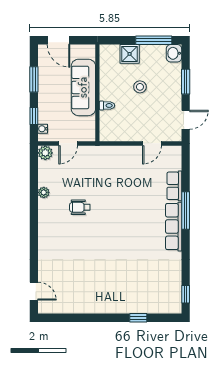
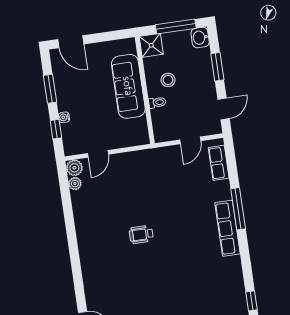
sofa: (83, 87) -> (128, 86), moved
wall: (97, 93) -> (145, 90), moved
toilet: (107, 105) -> (157, 102), moved
water cooler: (43, 129) -> (64, 117), moved
row of seats: (174, 186) -> (219, 163), moved
plant: (44, 192) -> (75, 184), moved
wheelchair: (80, 207) -> (141, 235), moved

